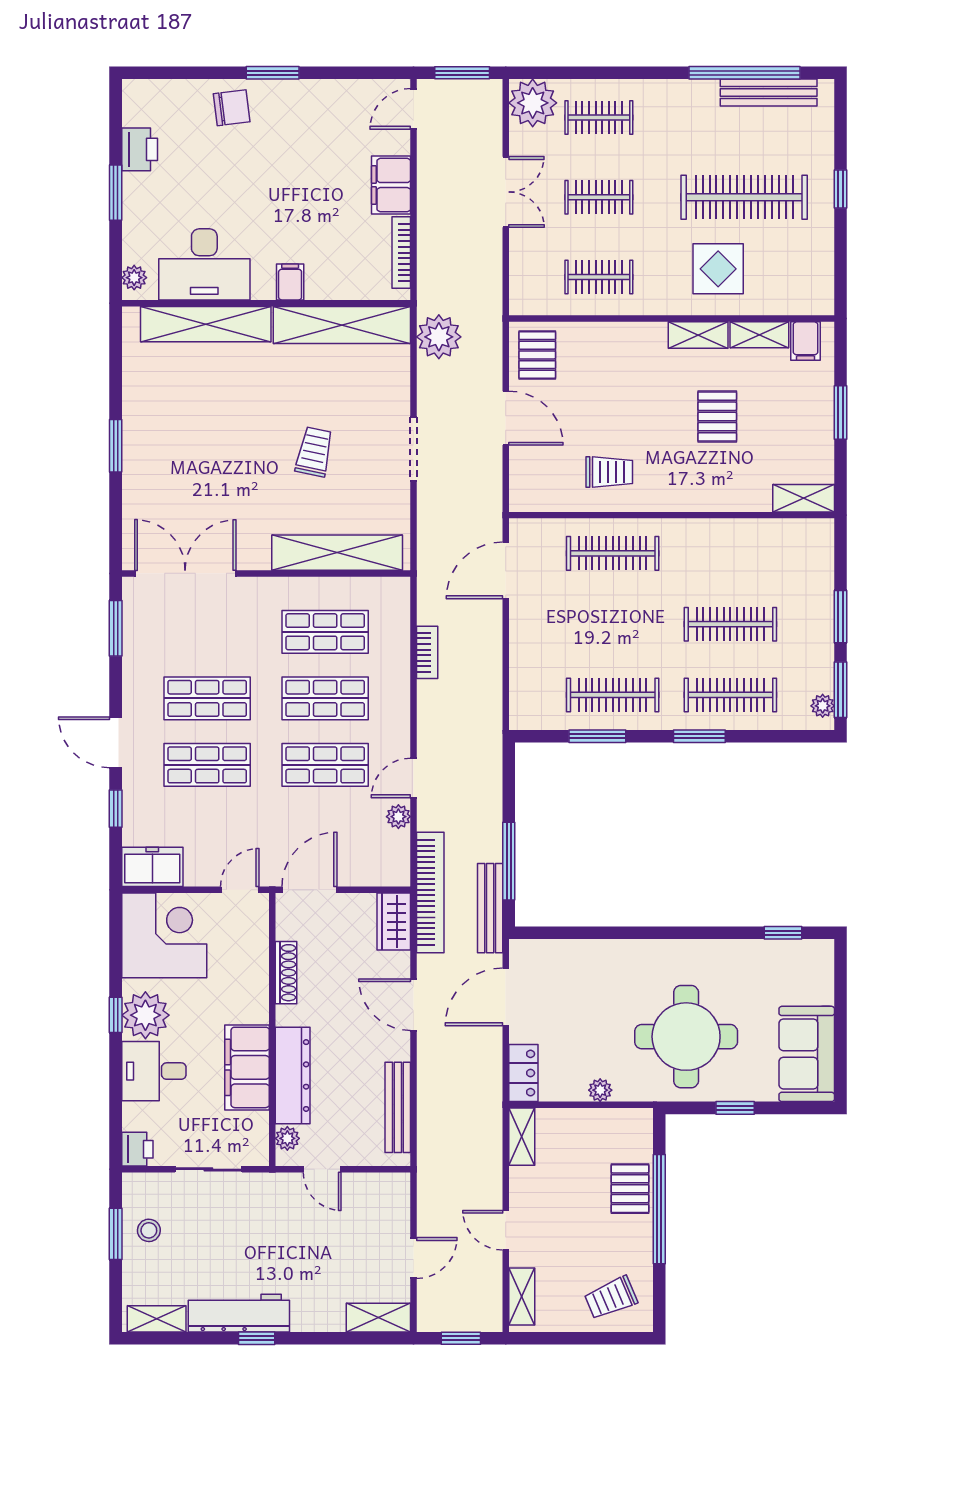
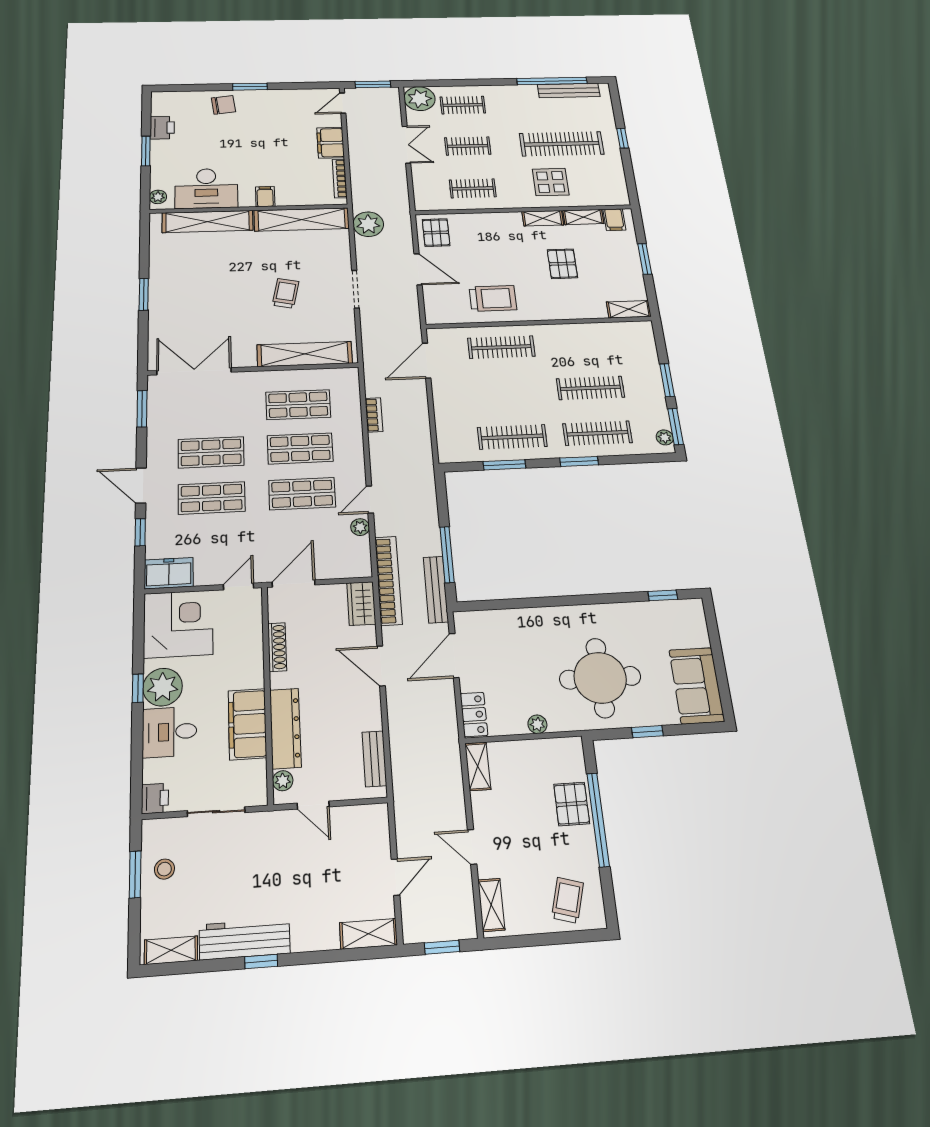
trolley: (609, 472) -> (493, 298), width x1.36, depth x1.39
bench: (398, 1107) -> (374, 759), width x0.73
trolley: (611, 1298) -> (568, 900), turned 129

